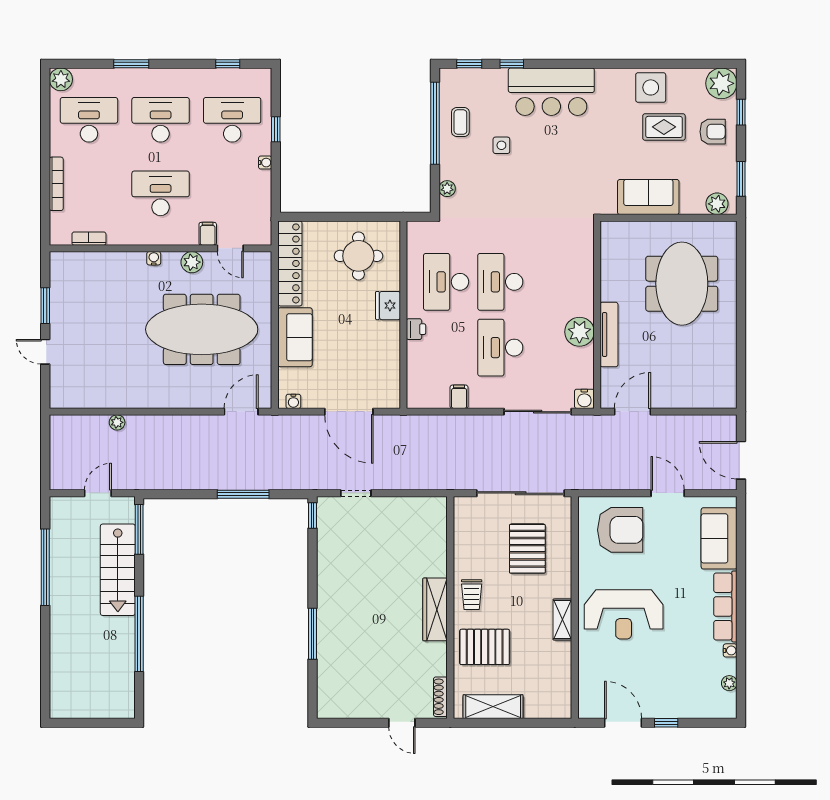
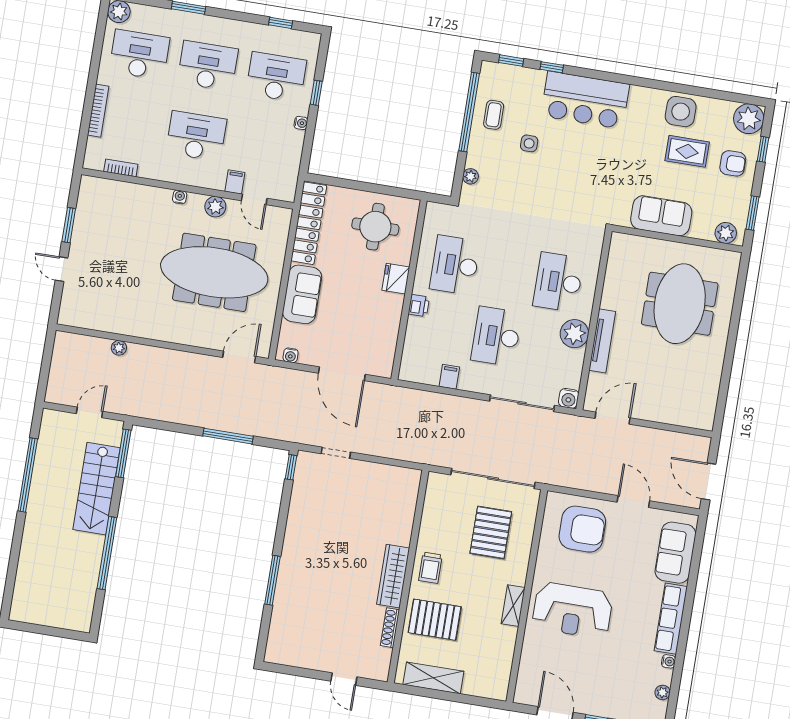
desk: (500, 282) -> (558, 282), moved
shoe rack: (440, 697) -> (390, 628), moved

